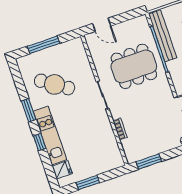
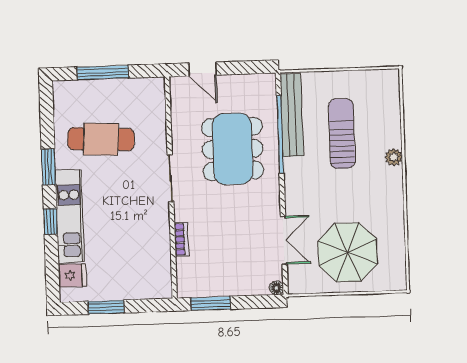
dining table: (134, 66) -> (233, 149), turned 90
cafe table: (55, 84) -> (101, 139), turned -31

